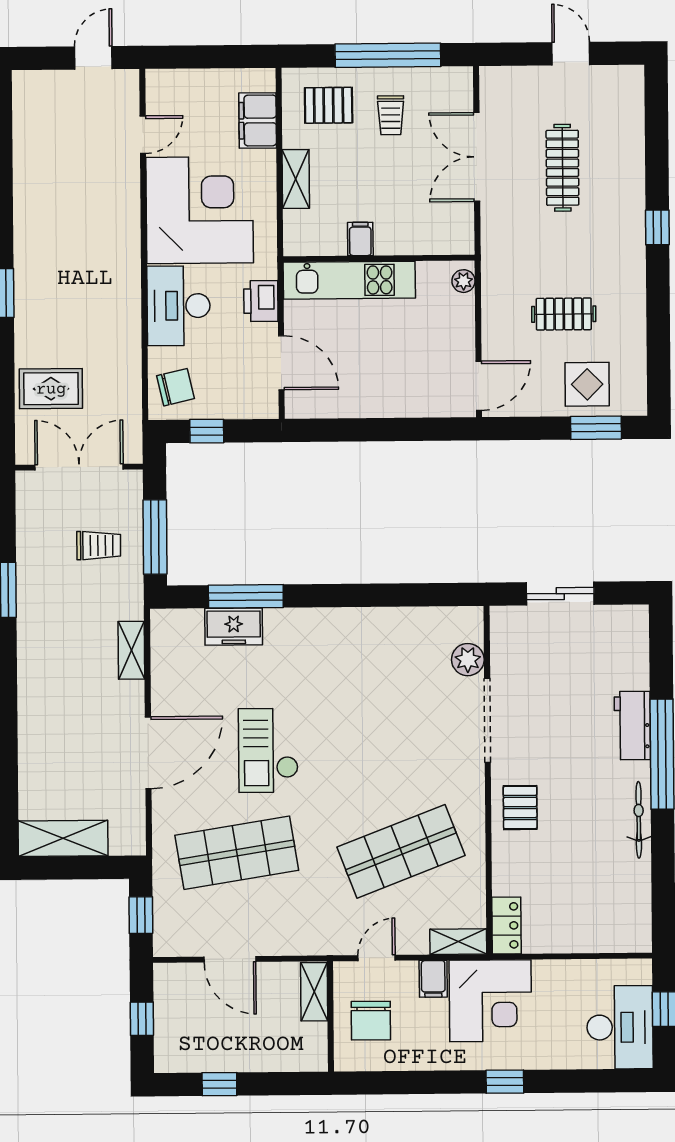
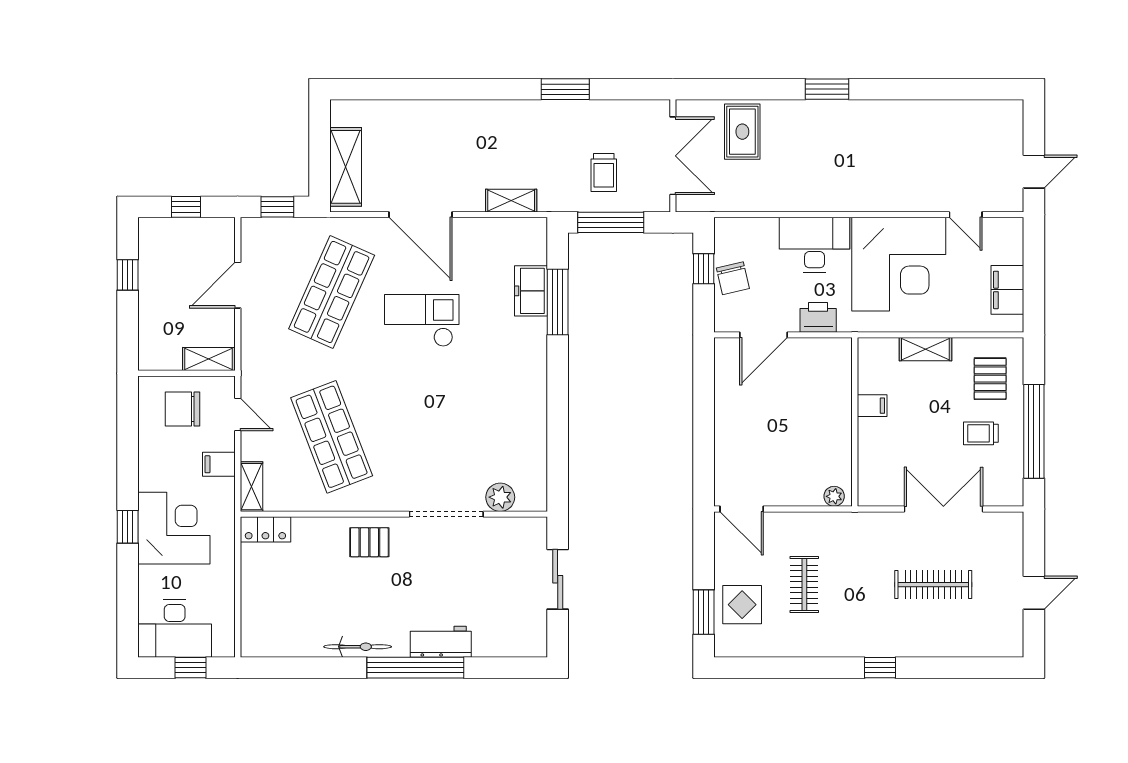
door: (93, 58) -> (1034, 172), hinge flipped
filing cabinet: (258, 121) -> (1007, 290), moved, turned -90
kitchen unit: (349, 280) -> (836, 396), removed
chair: (175, 387) -> (733, 278), moved
shelving: (63, 838) -> (346, 167), moved
shop shelf: (237, 853) -> (332, 292), turned 33
corner desk: (490, 1001) -> (174, 528), moved, turned 180

